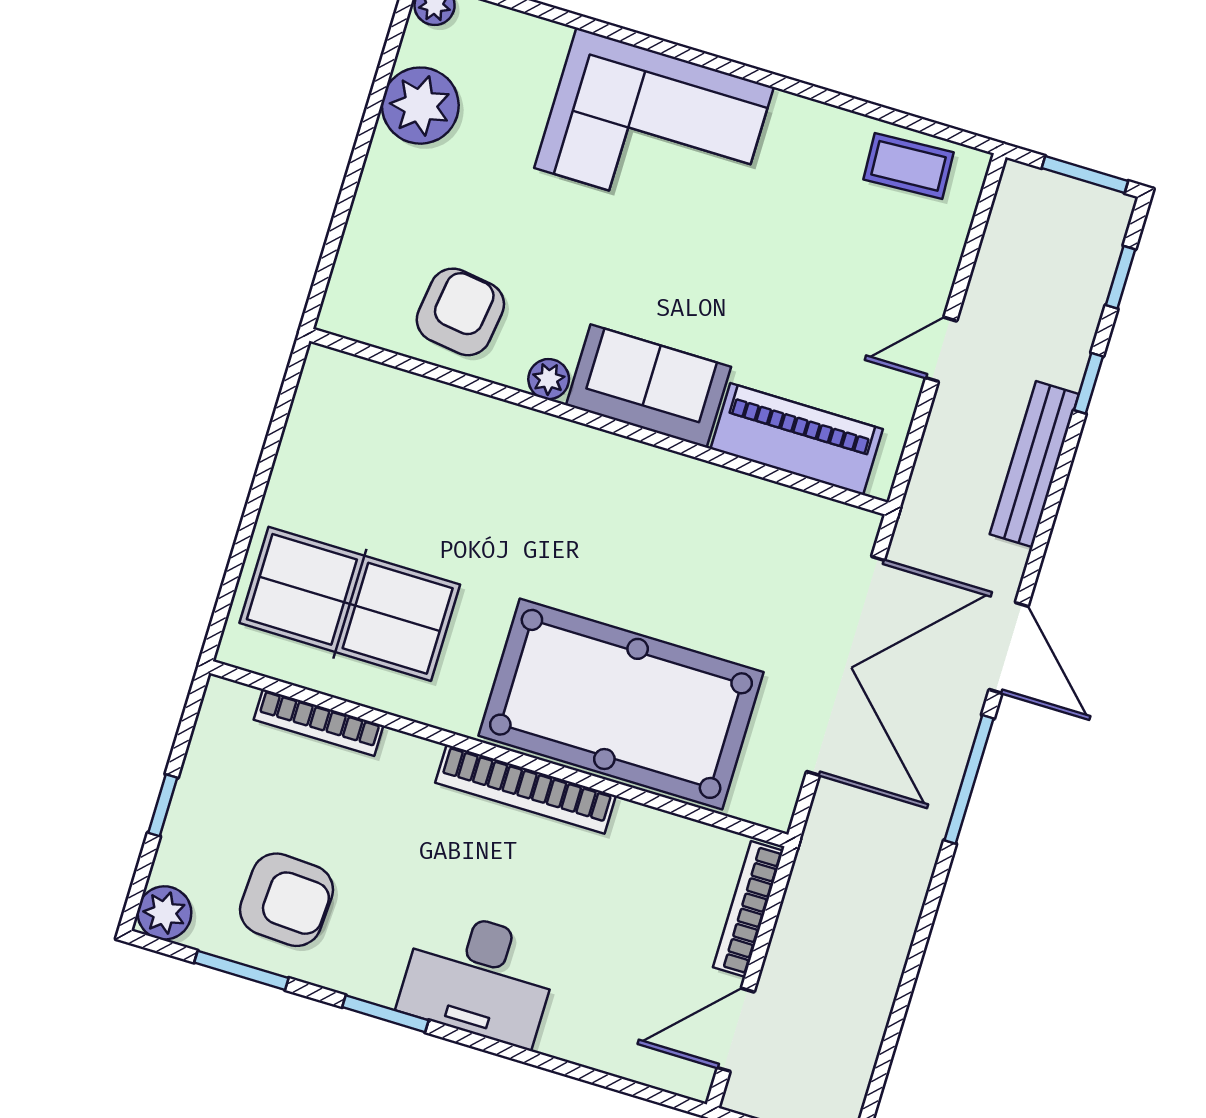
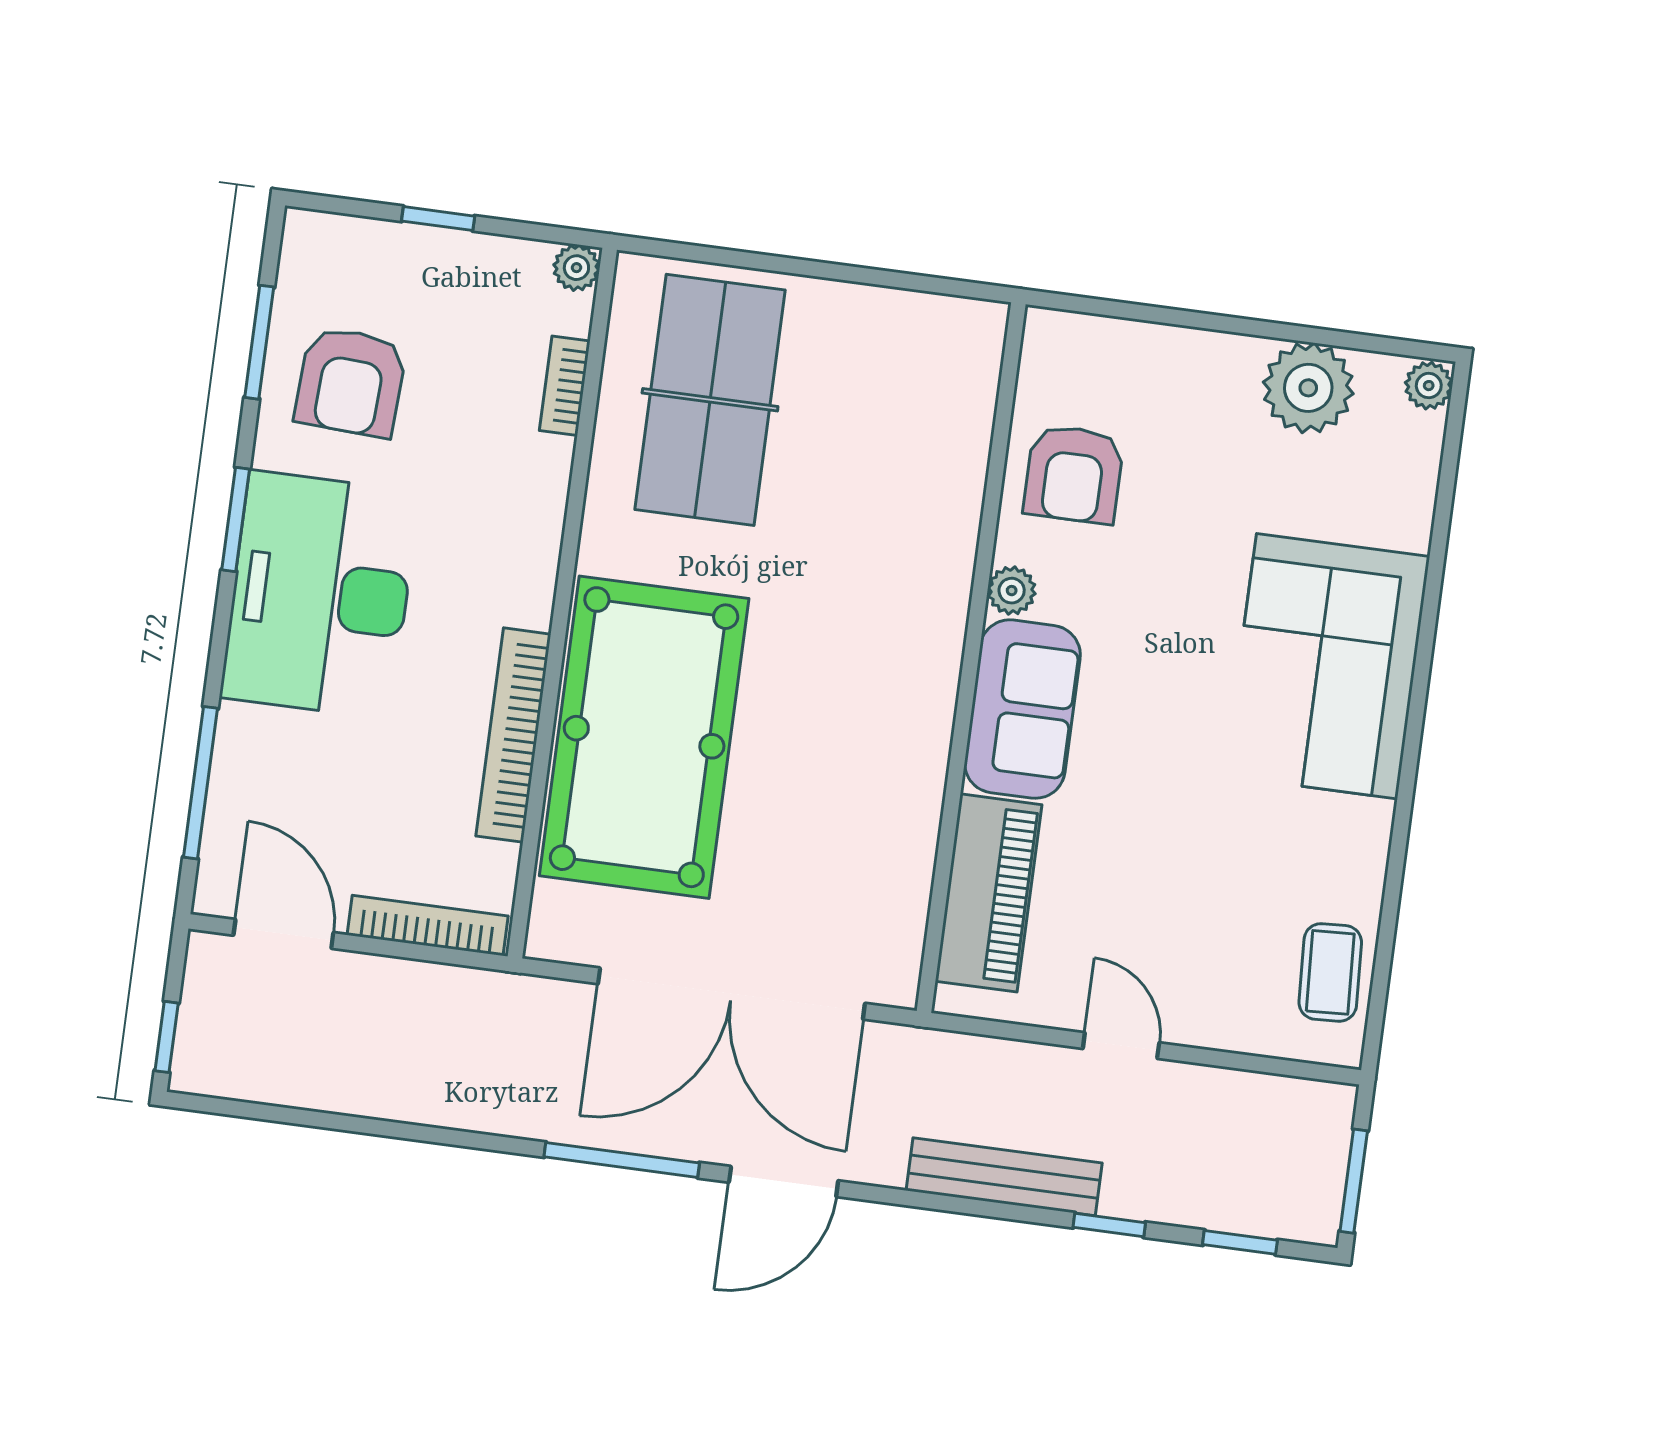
armchair: (460, 312) -> (1074, 474), turned 82
bookcase: (319, 723) -> (565, 386), width x0.64
bookcase: (526, 789) -> (513, 735), moved
plant: (164, 913) -> (576, 268), moved, width x0.73, depth x0.73
desk: (479, 977) -> (320, 595), width x1.36, depth x1.30
window: (599, 1078) -> (201, 783), added

